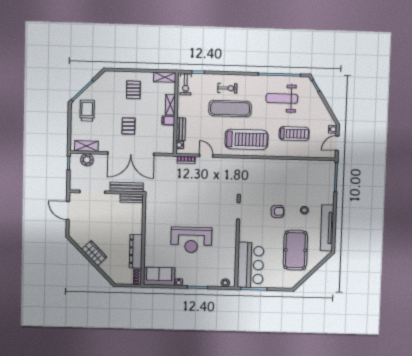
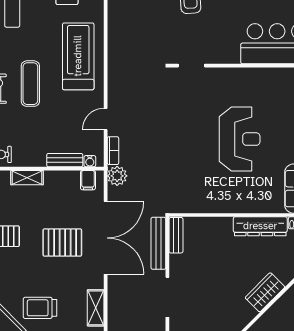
exercise mat: (230, 109) -> (30, 84), width x0.73, depth x0.69
filing cabinet: (168, 120) -> (88, 180), moved
pallet: (128, 126) -> (62, 243), width x1.50, depth x1.42
plant: (87, 160) -> (117, 176), moved

